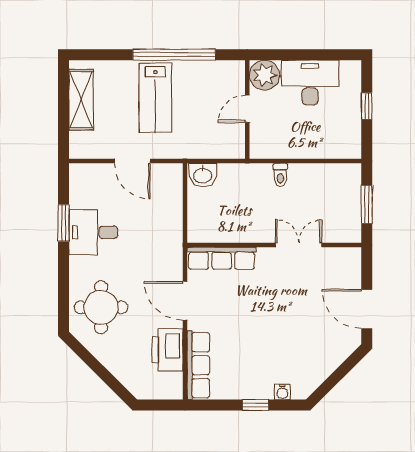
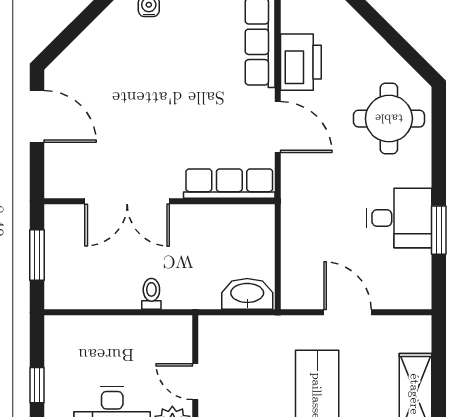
door: (247, 109) -> (195, 382), swing flipped
washbasin: (203, 175) -> (247, 294), width x1.38
double door: (299, 245) -> (127, 201), width x1.37

